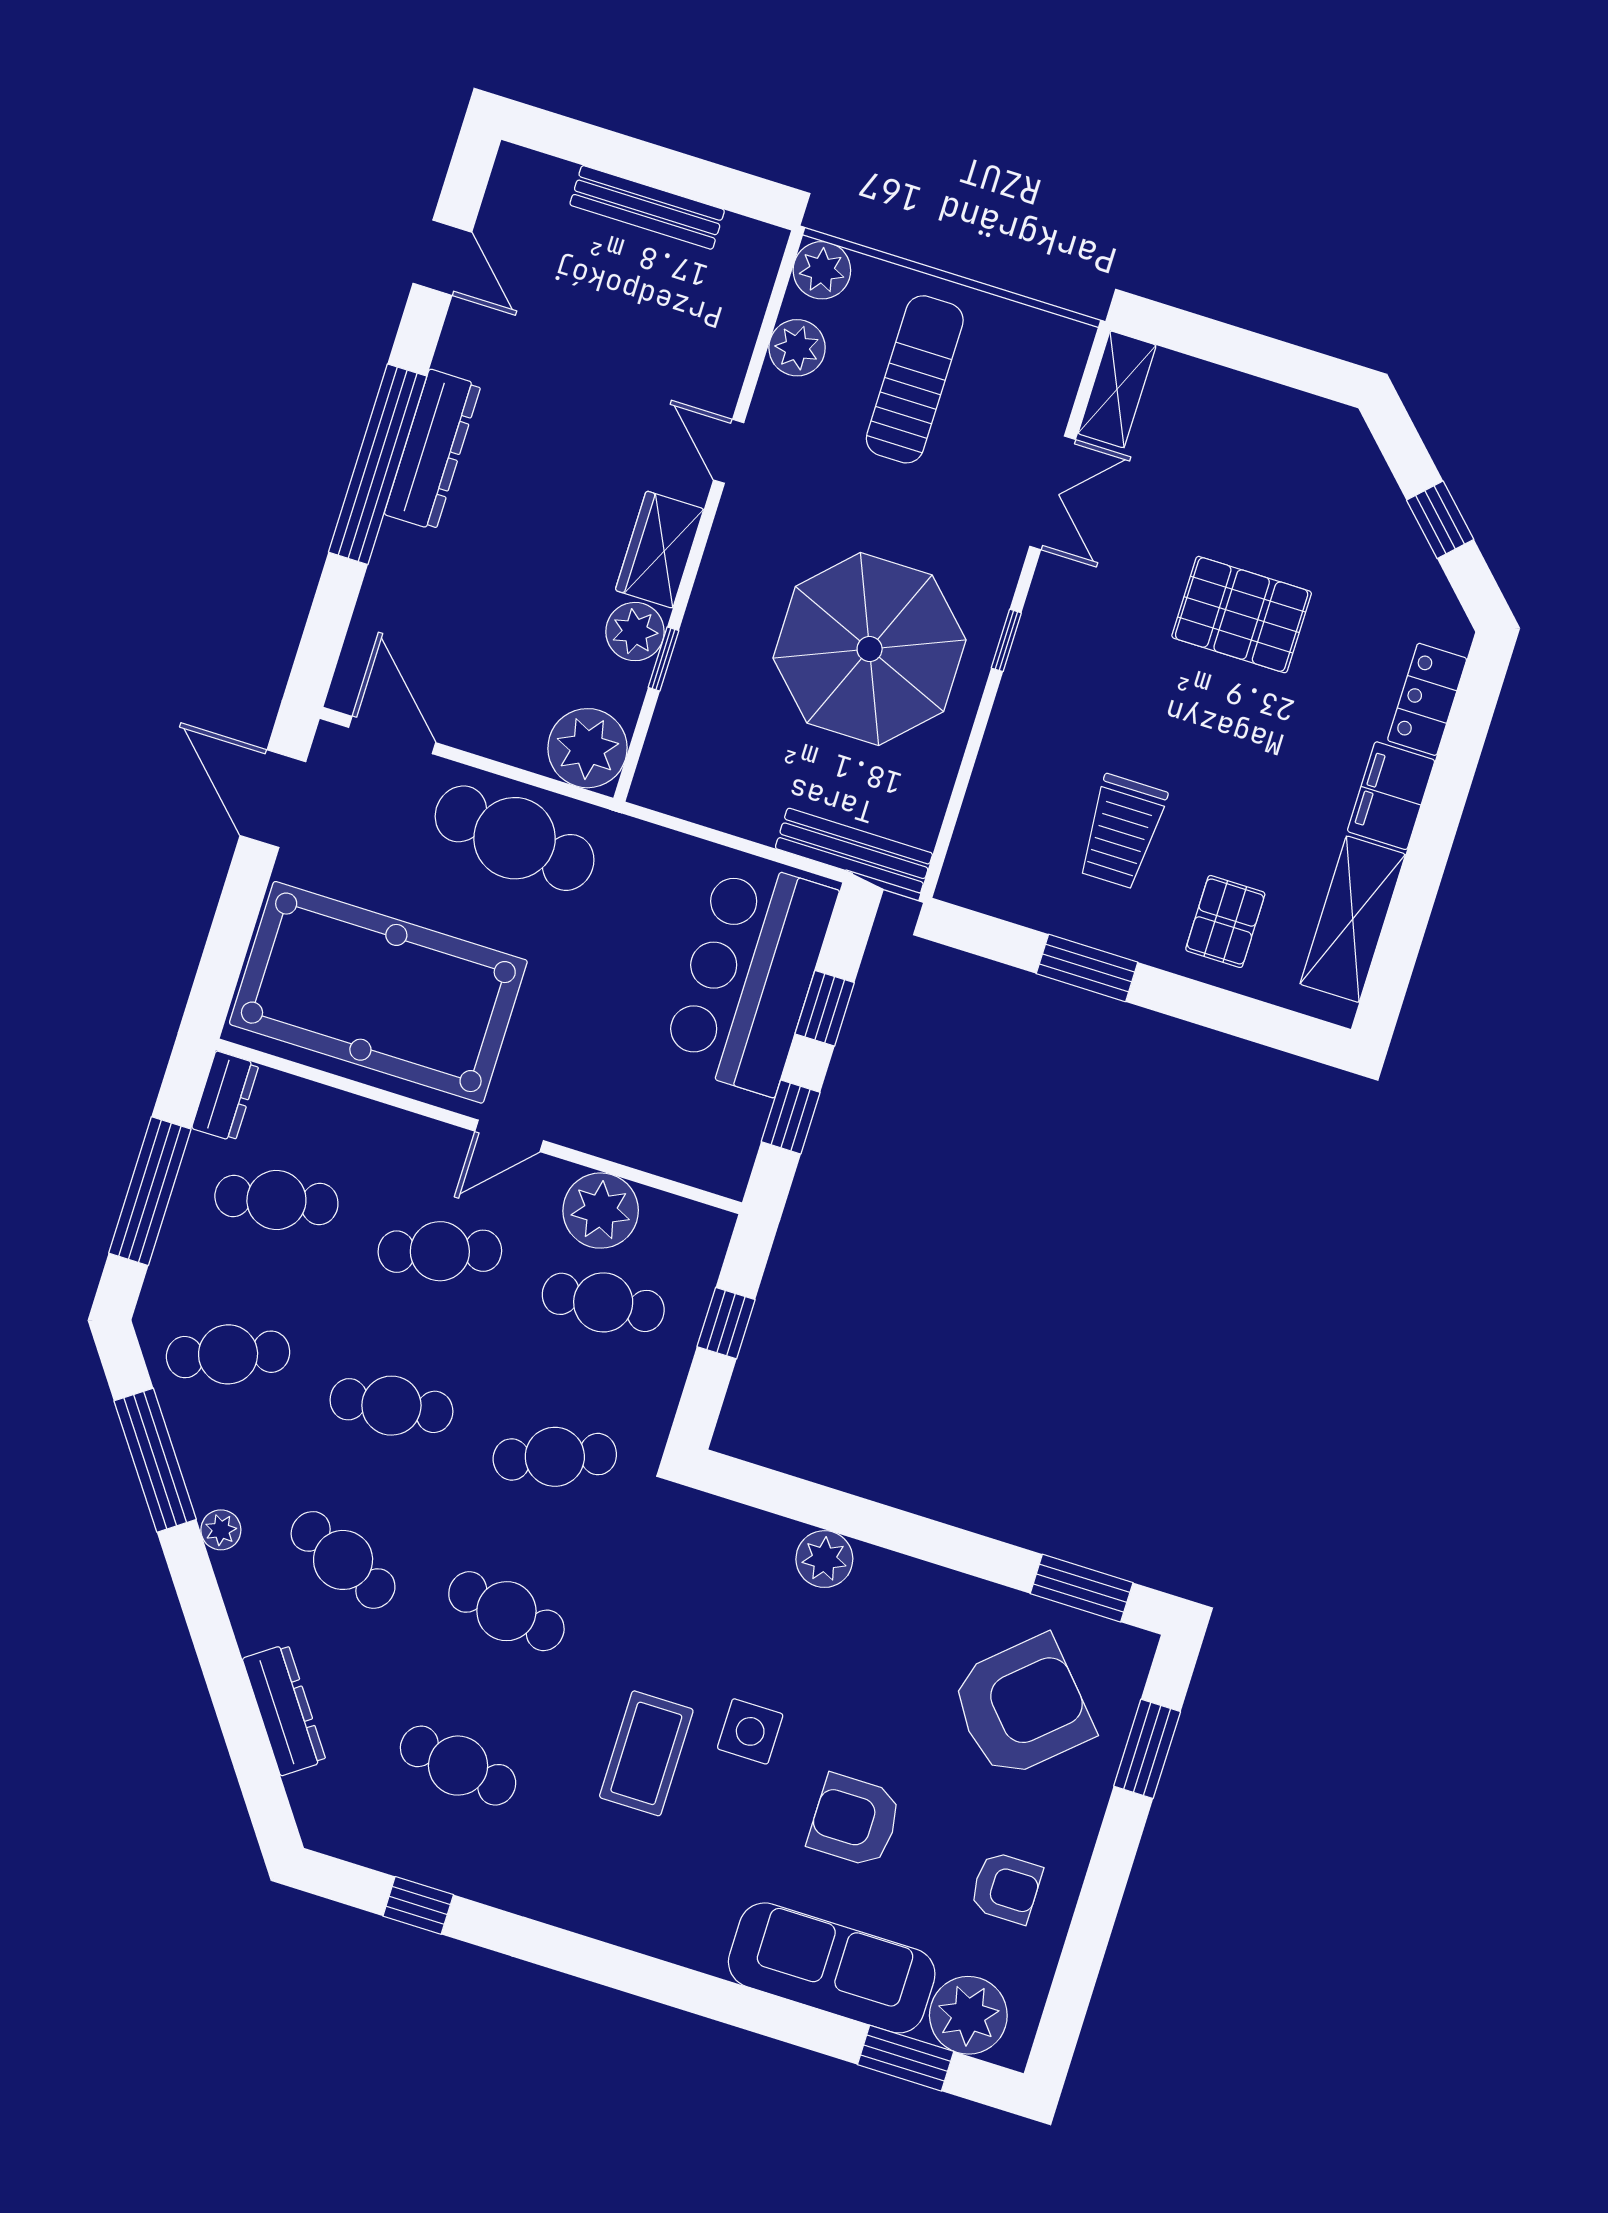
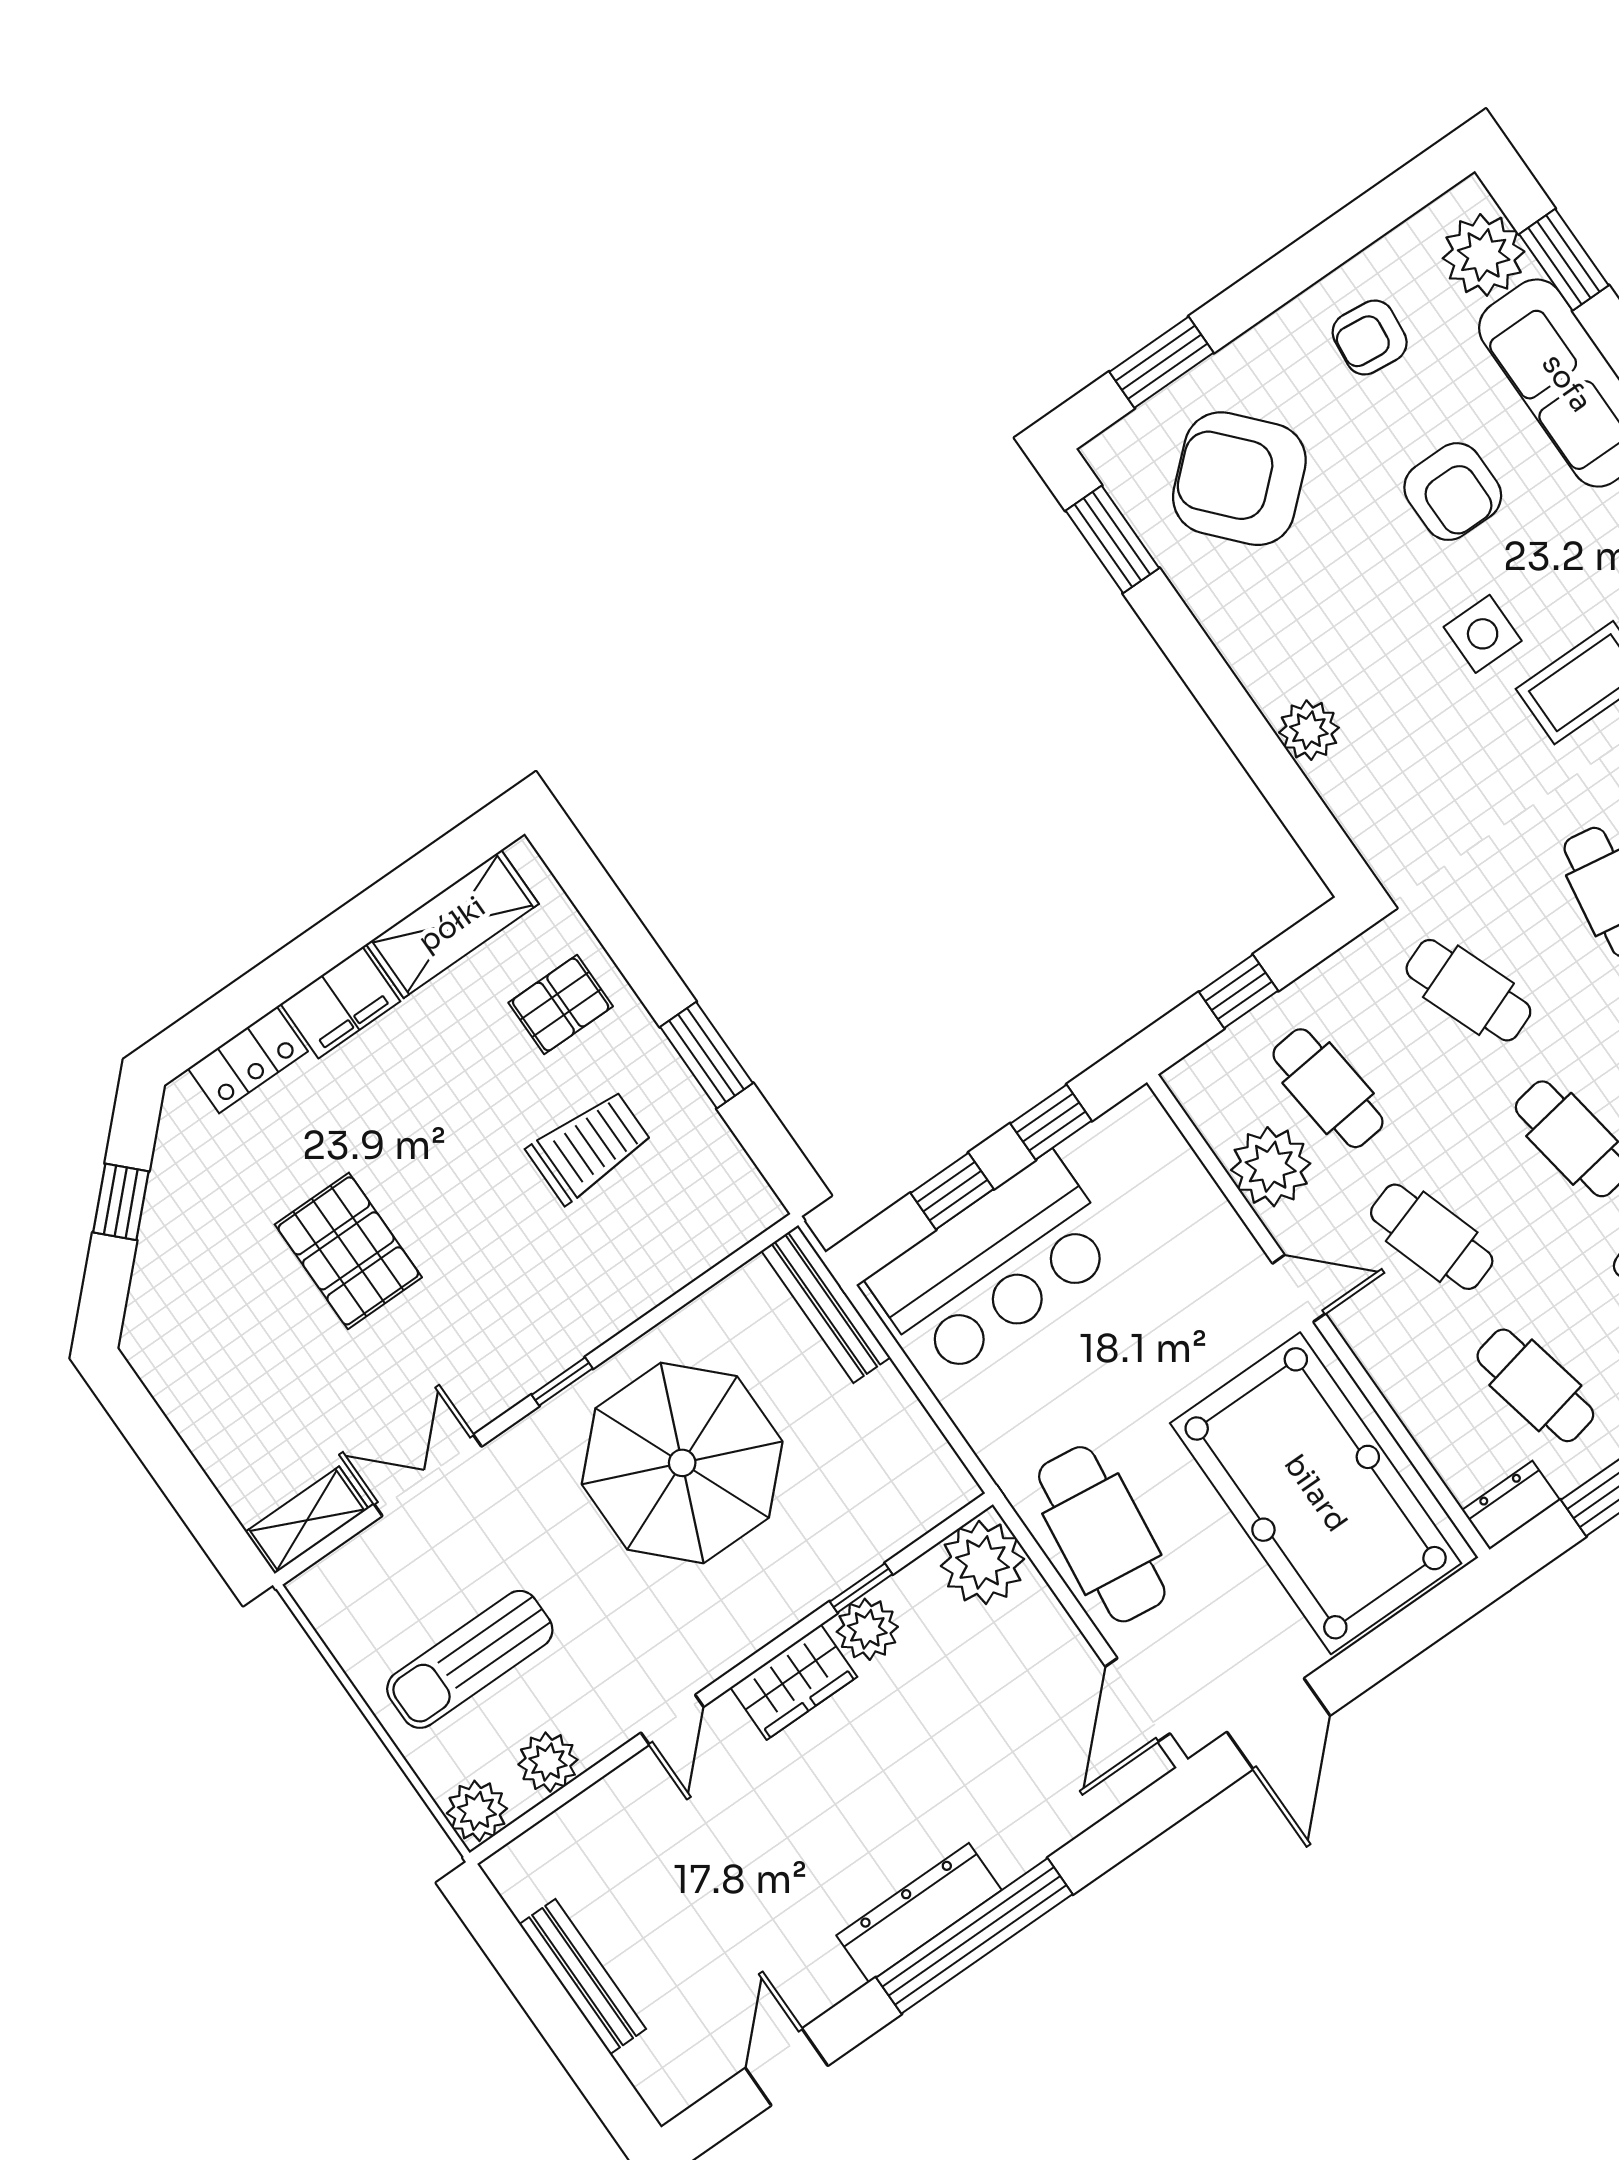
armchair: (1006, 1888) -> (1370, 337), turned -84

